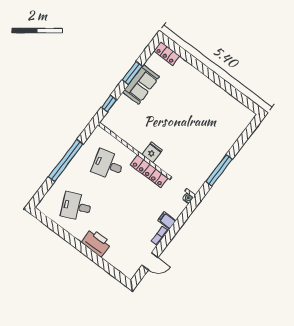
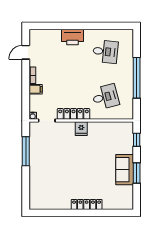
locker: (167, 53) -> (87, 205), moved, width x1.53
desk: (76, 206) -> (105, 52), turned 30

